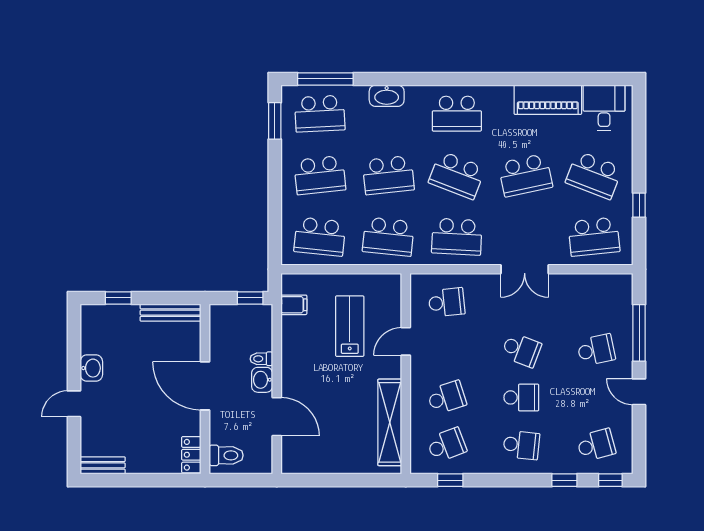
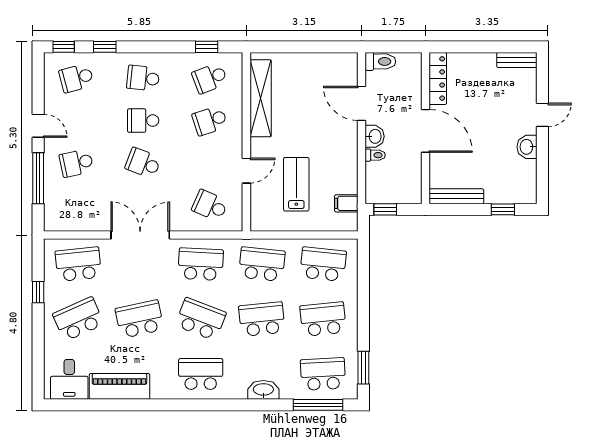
school desk: (594, 175) -> (78, 319), turned -45
double door: (525, 269) -> (140, 235), width x1.37
school desk: (447, 302) -> (210, 206), turned 30
lab bench: (350, 326) -> (296, 184), turned 180
locker: (191, 455) -> (438, 78), width x1.53
toilet: (226, 455) -> (380, 61), moved, turned 180

